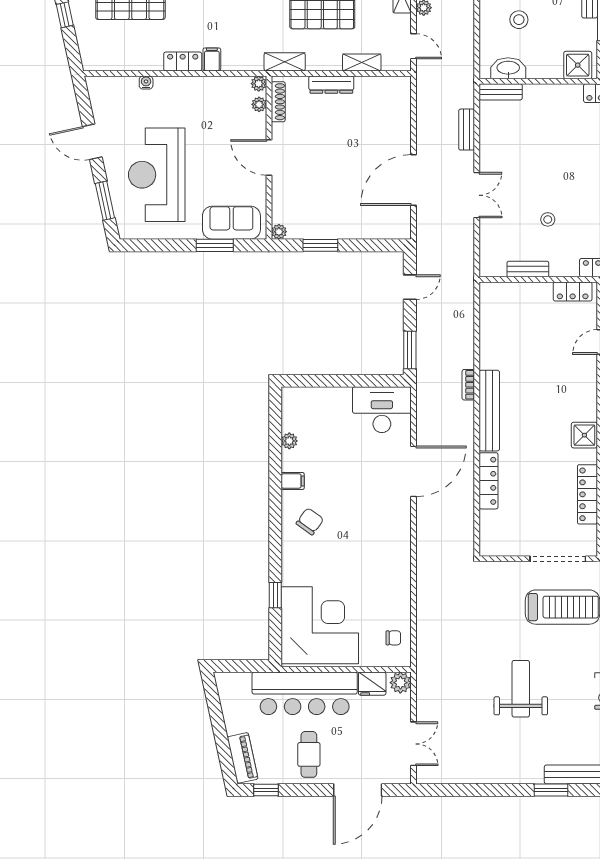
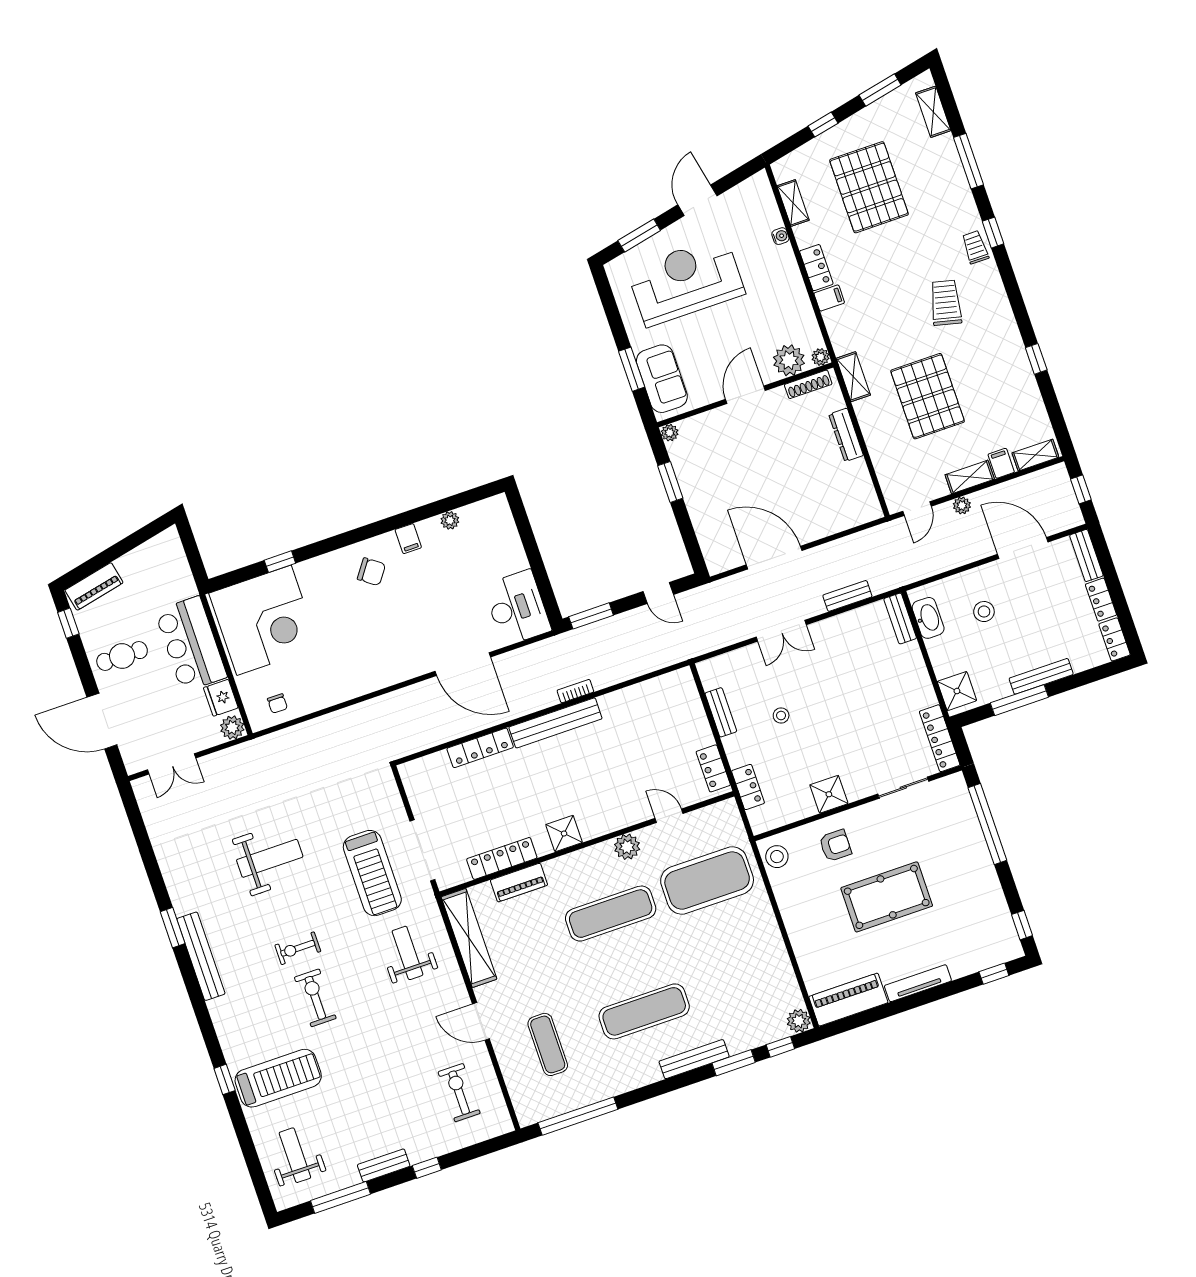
shelving: (362, 62) -> (793, 203), moved
plant: (259, 104) -> (789, 360), width x1.88, depth x1.88
bar counter: (305, 693) -> (191, 644), width x0.73

